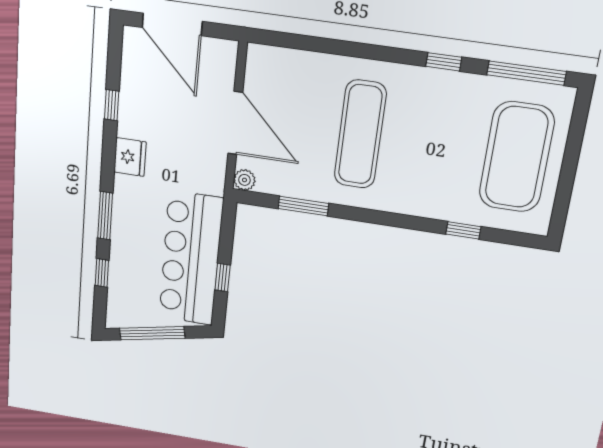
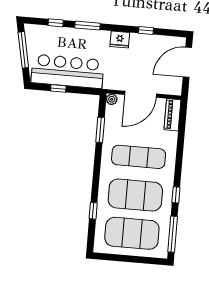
piano: (277, 61) -> (172, 115), added
exercise mat: (438, 146) -> (135, 195), added

